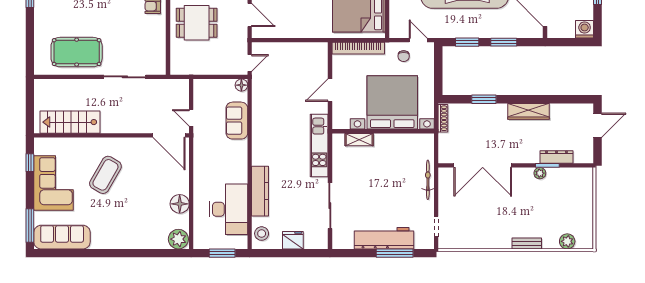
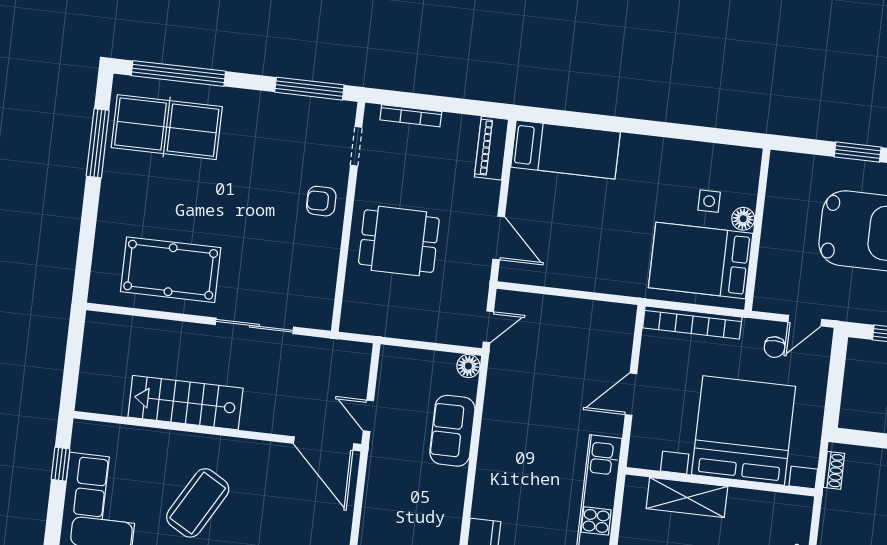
door: (418, 40) -> (805, 321), swing flipped
shoe rack: (443, 118) -> (834, 470), width x0.70
stairs: (70, 122) -> (185, 403), moved
shelving: (359, 140) -> (687, 498), width x1.50, depth x1.33

